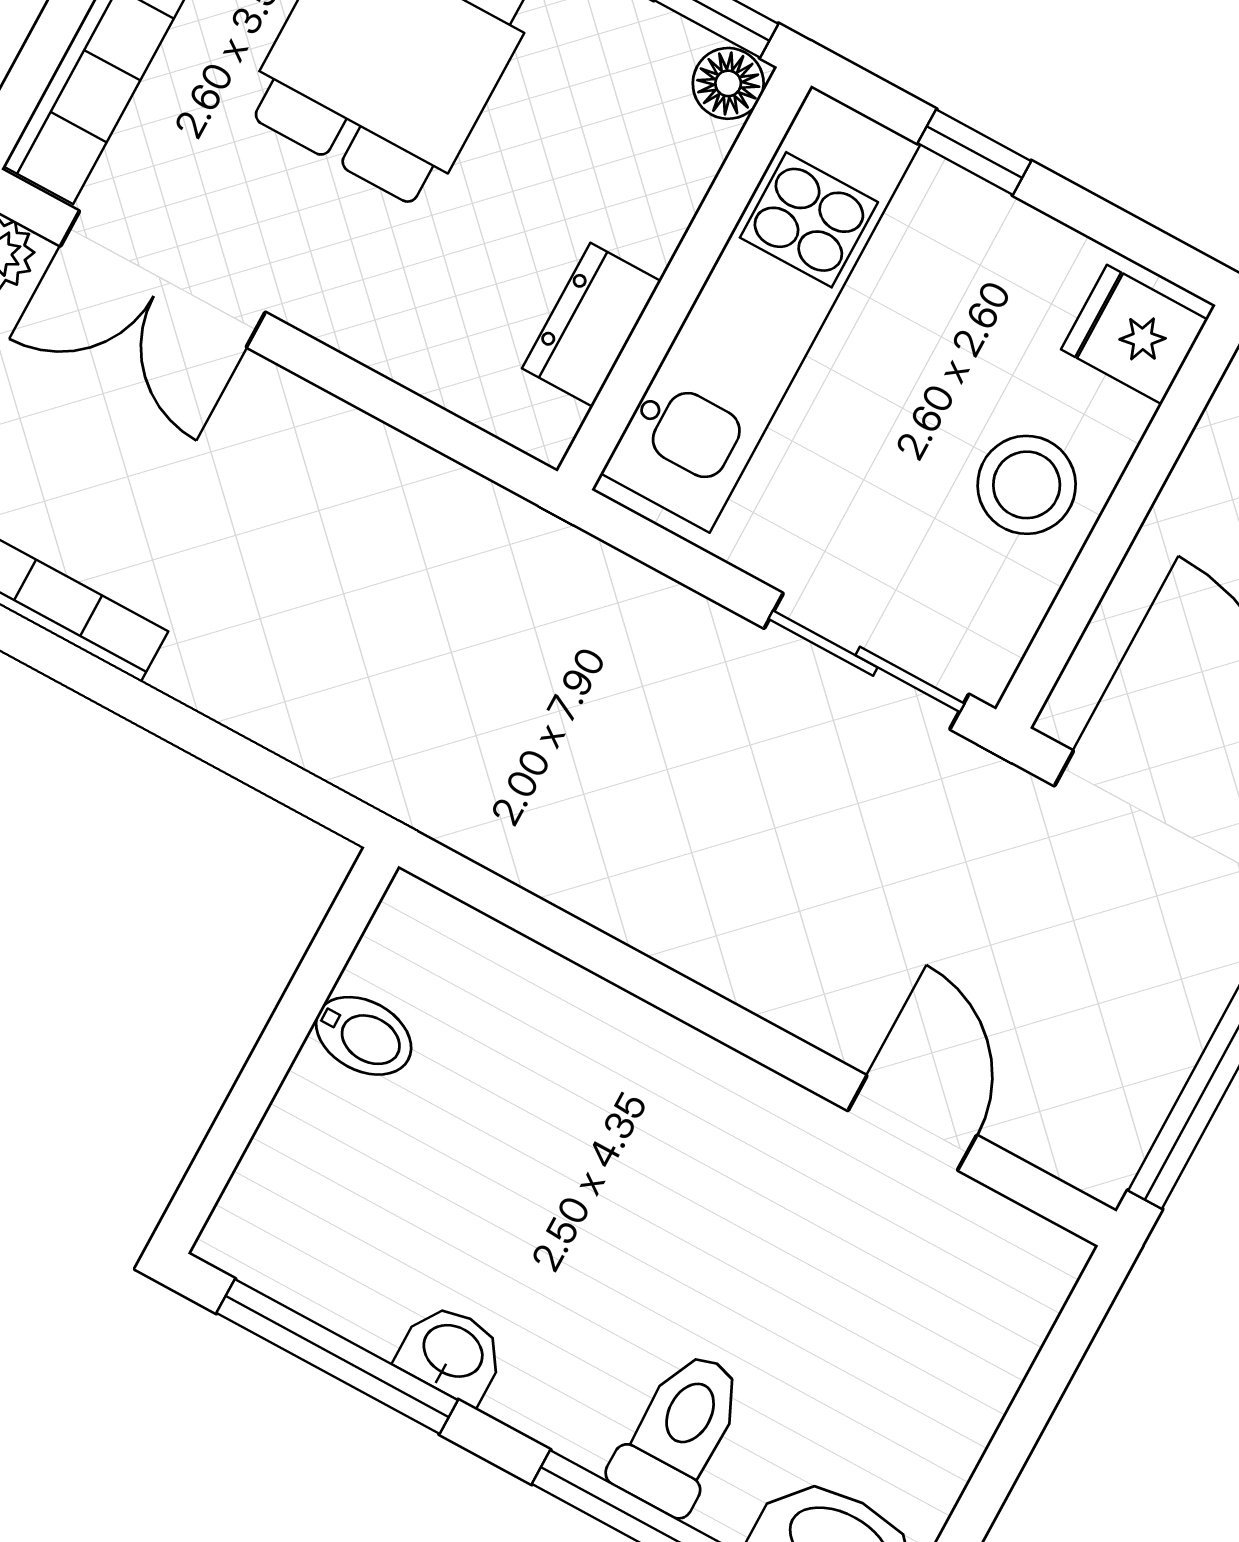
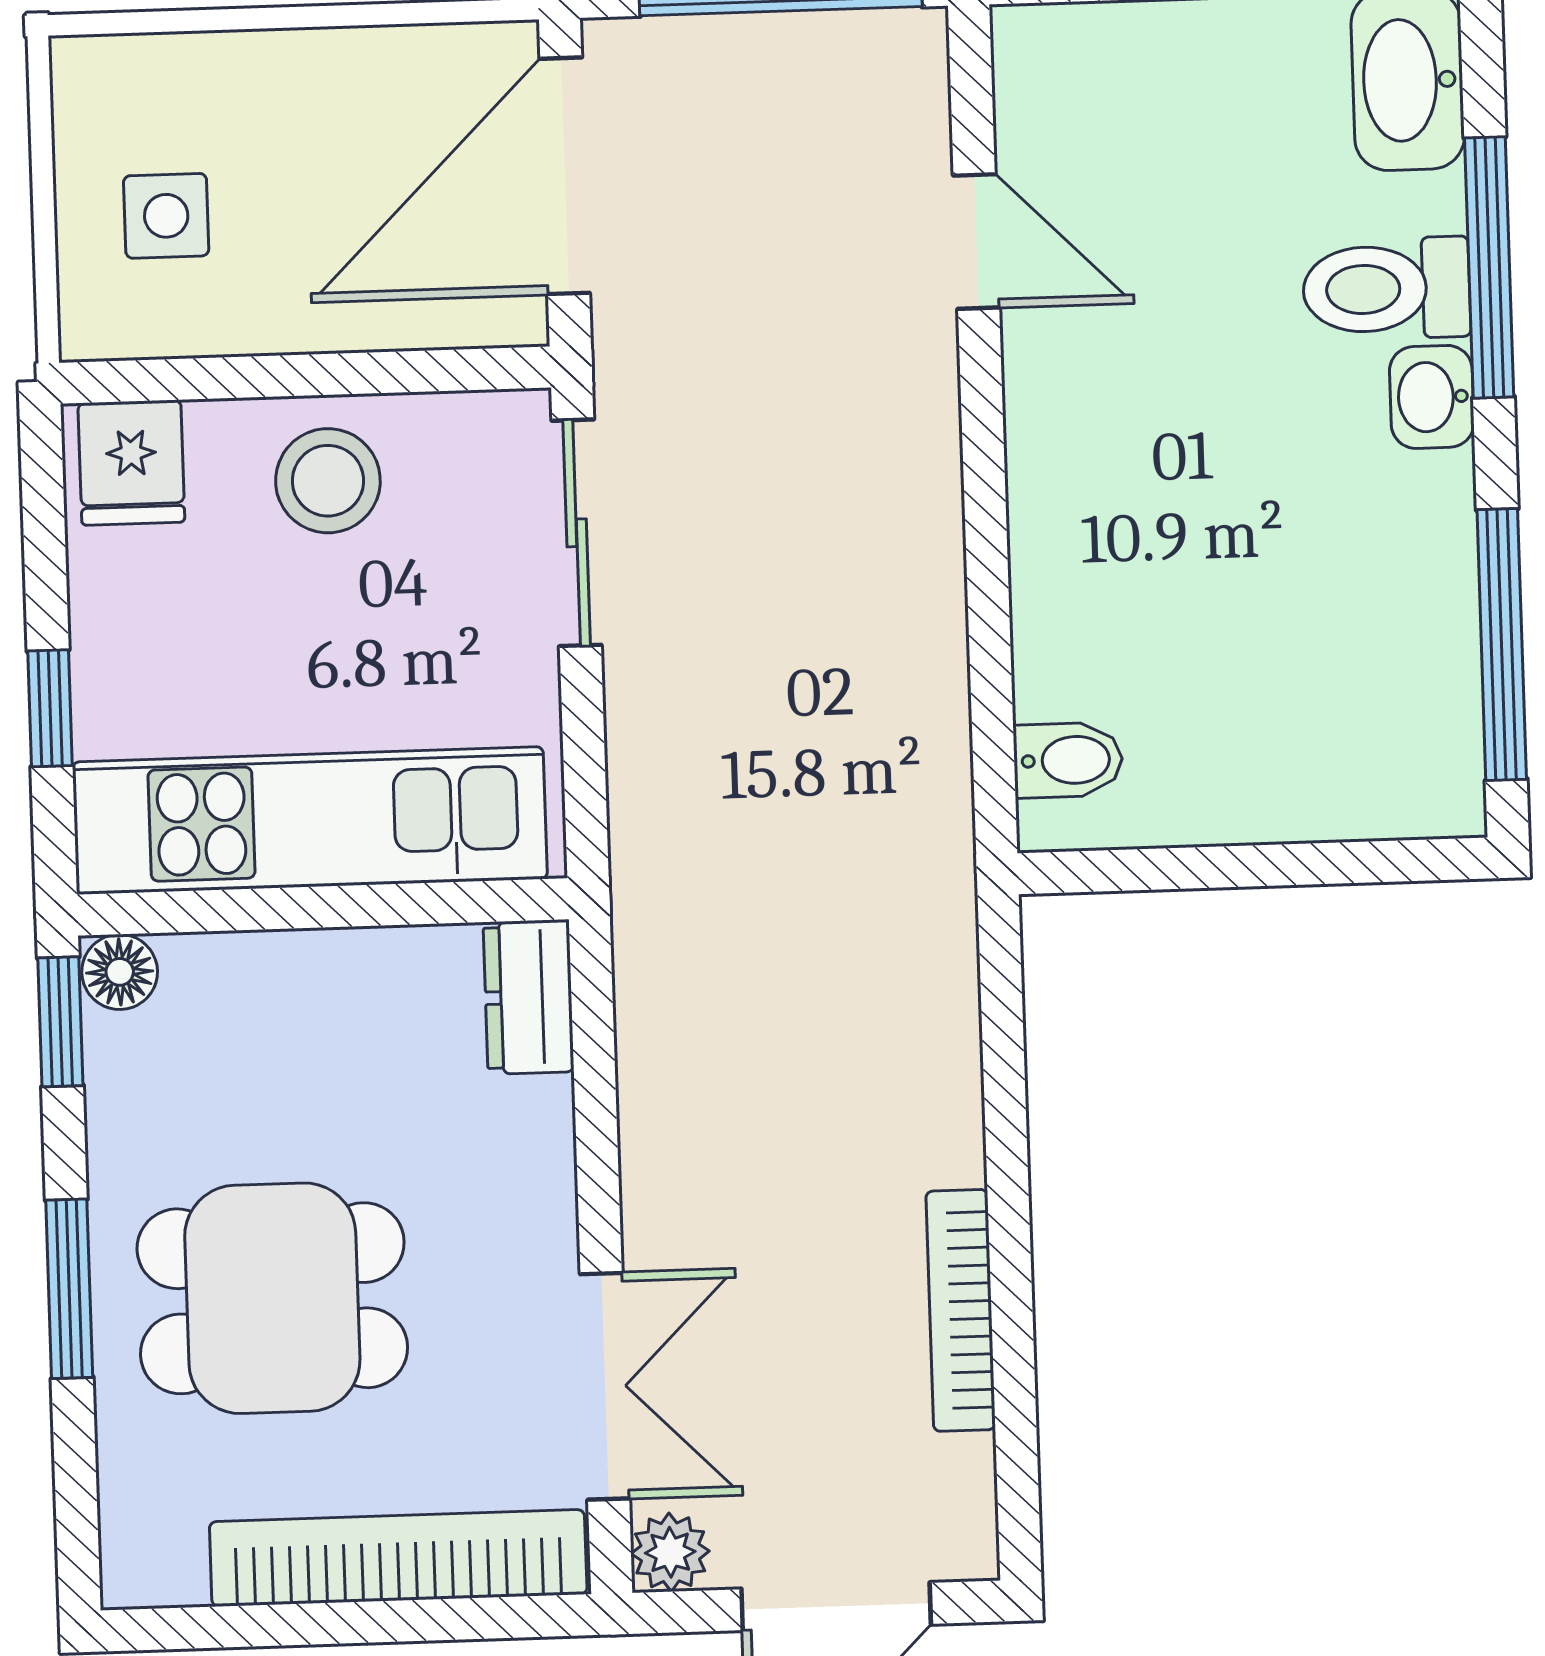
dresser: (592, 325) -> (528, 997), moved, turned 90
bidet: (364, 1036) -> (1068, 760), moved, turned 90
door: (912, 1123) -> (976, 242), swing flipped
washbasin: (452, 1353) -> (1432, 397), moved

